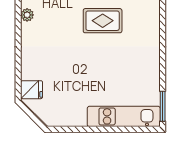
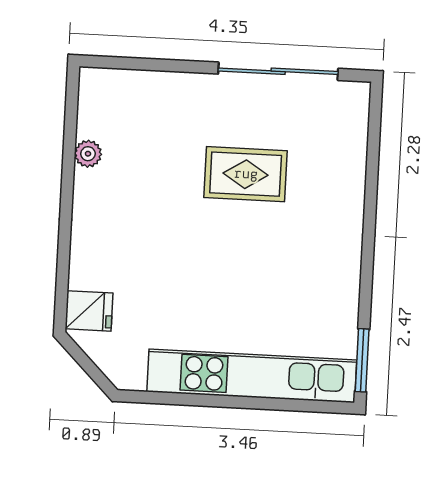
kitchen unit: (124, 116) -> (252, 376), width x1.36

